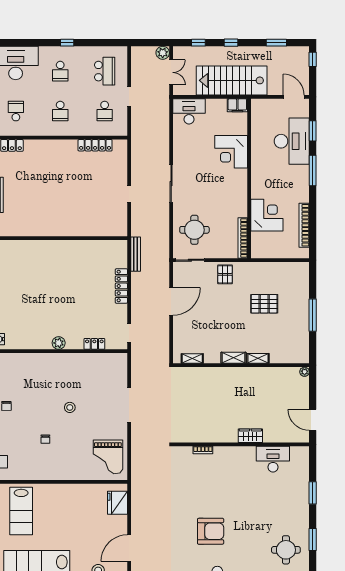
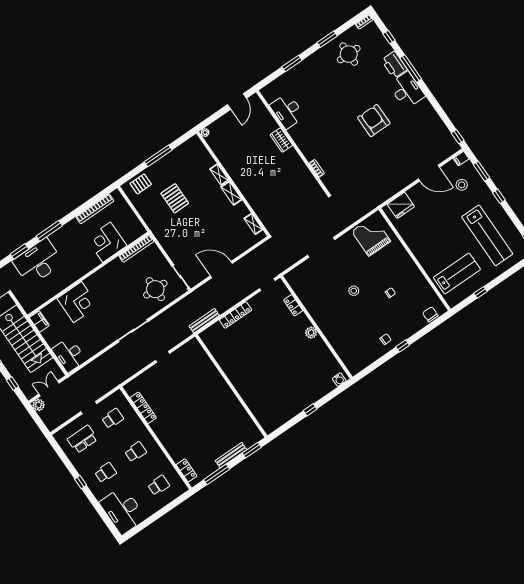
school desk: (16, 111) -> (159, 485), turned 180
pallet: (225, 274) -> (141, 184), moved
grand piano: (108, 457) -> (371, 236), turned -90

